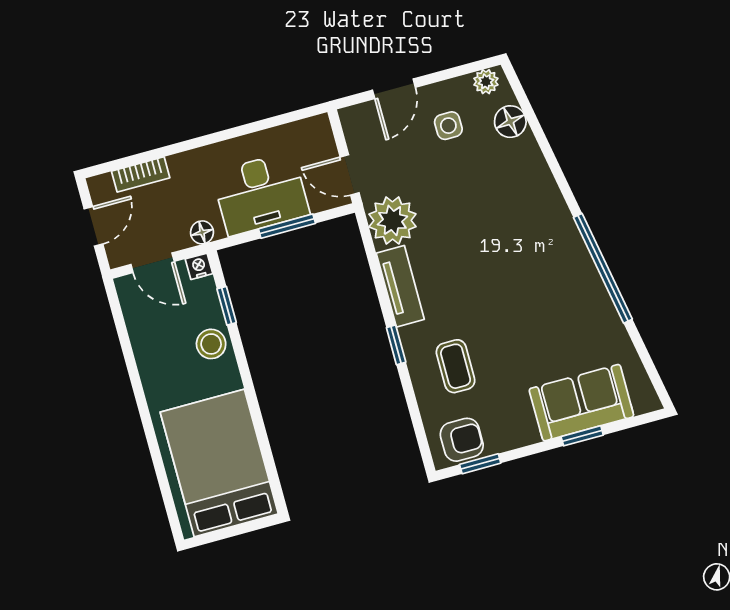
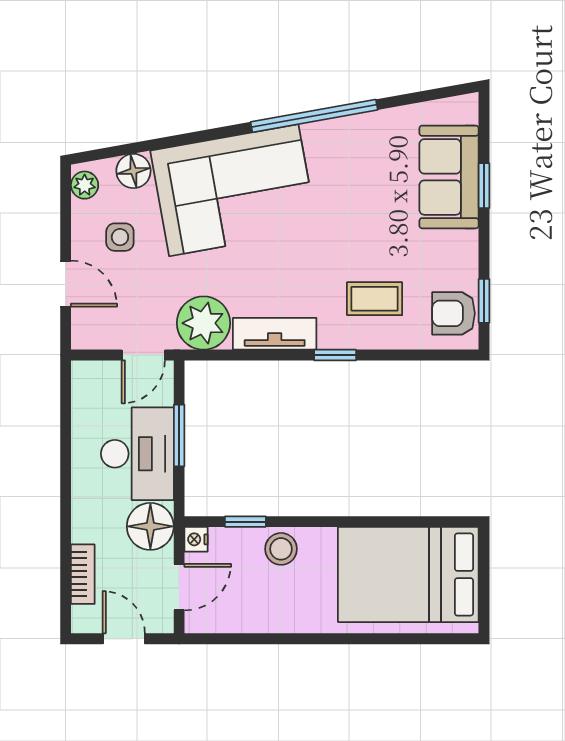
corner sofa: (518, 215) -> (234, 190), added
floor lamp: (202, 232) -> (150, 526), width x1.89, depth x1.89
armchair: (462, 440) -> (453, 313), turned -90

